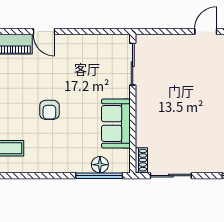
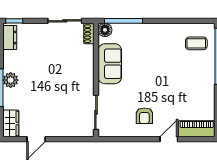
door: (44, 32) -> (169, 139), hinge flipped
armchair: (49, 110) -> (144, 116), moved, turned 180
floor lamp: (100, 165) -> (105, 30), moved

